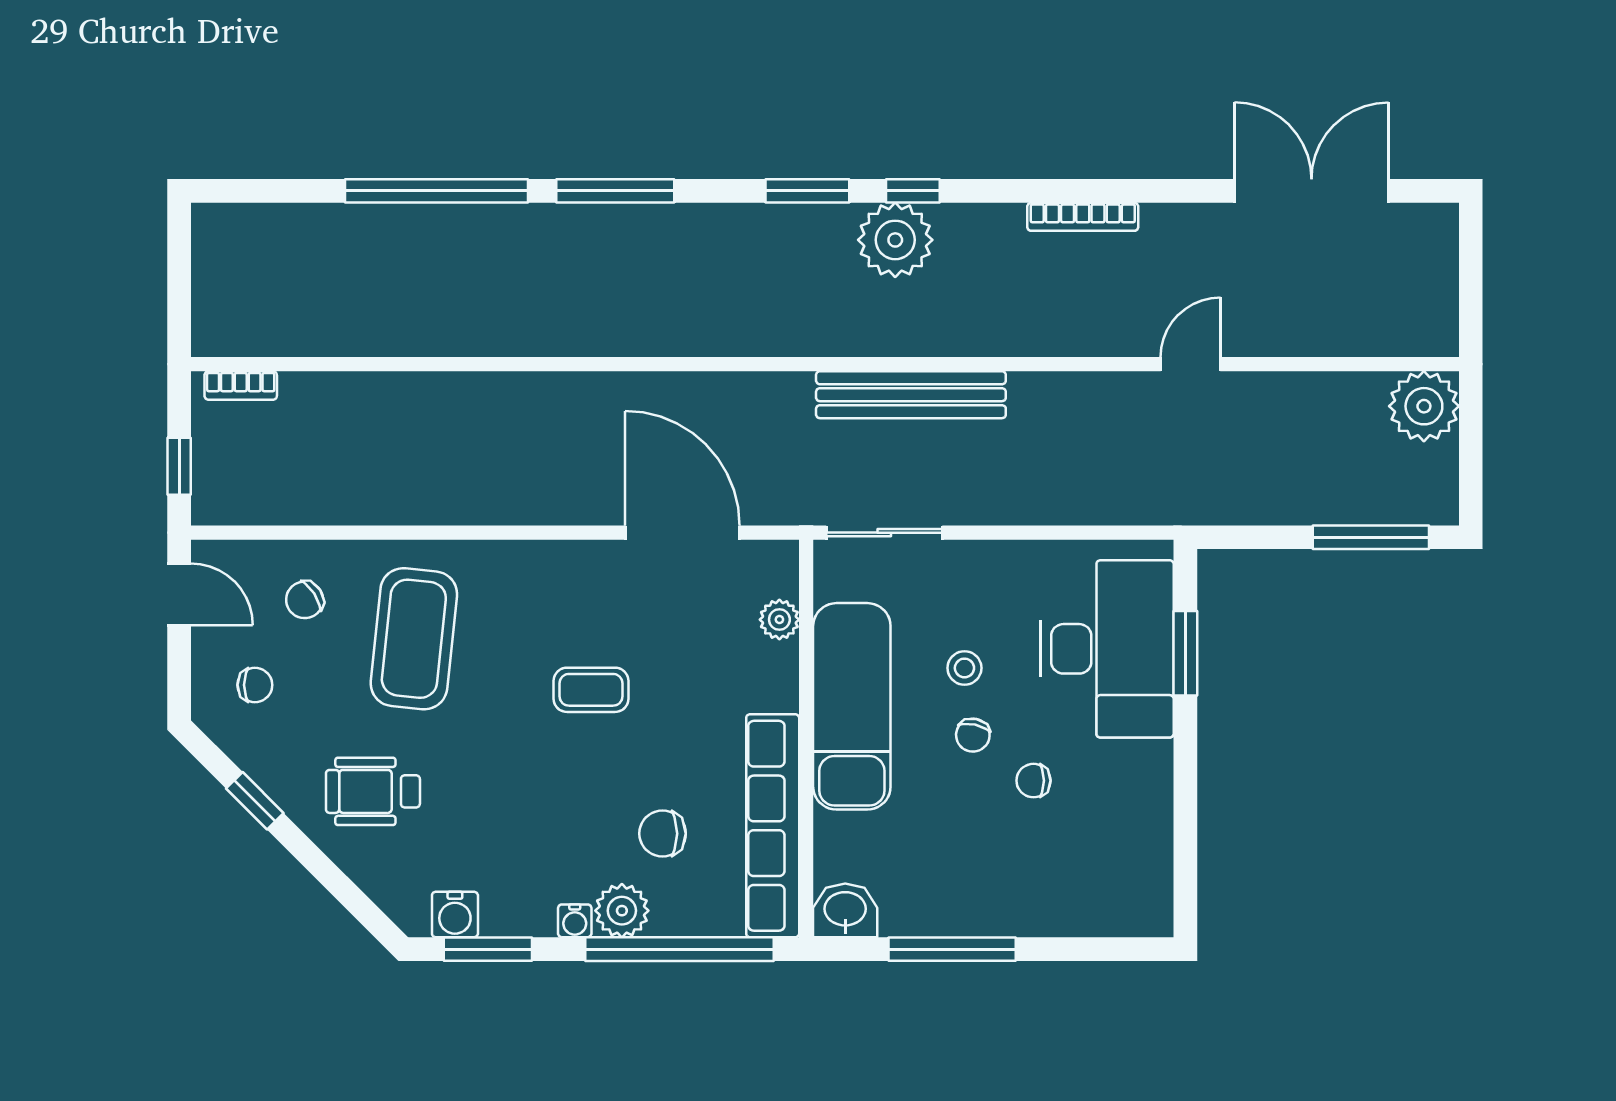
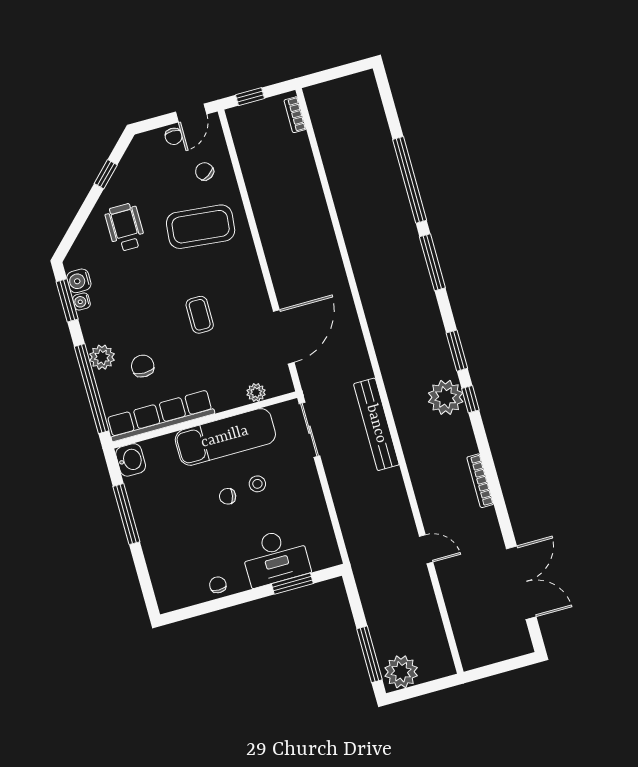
plant: (1424, 406) -> (401, 672), moved
desk: (1107, 649) -> (275, 557), width x0.73, depth x0.77
chair: (255, 685) -> (174, 136), moved
chair: (1033, 781) -> (218, 585), moved
water cooler: (575, 921) -> (81, 302), moved

